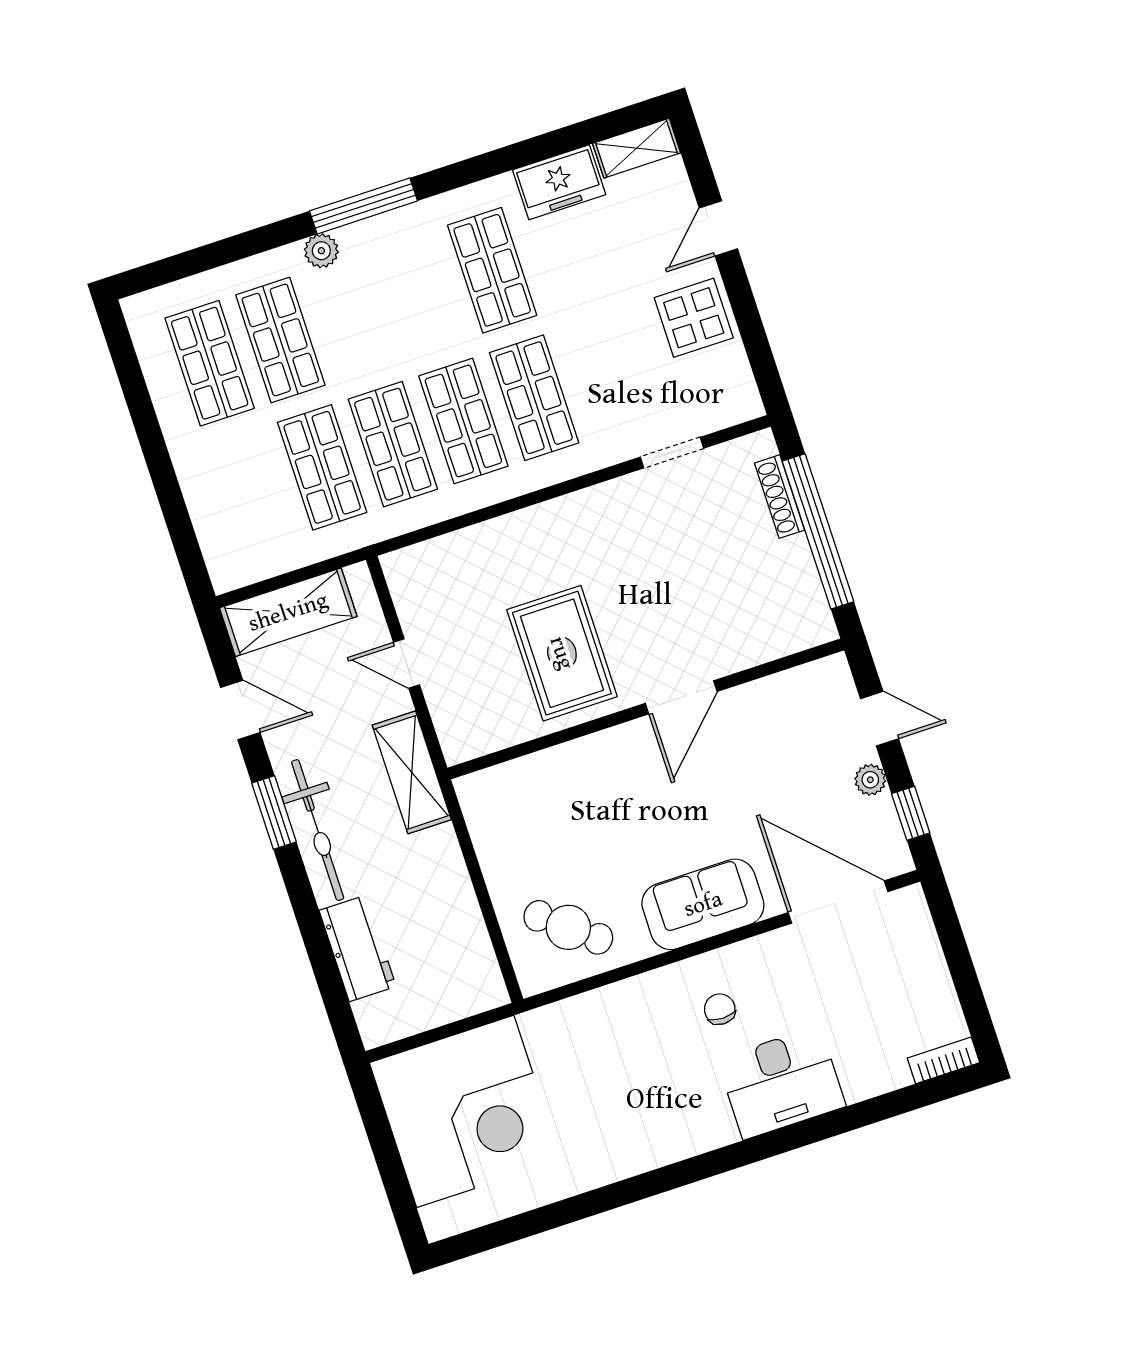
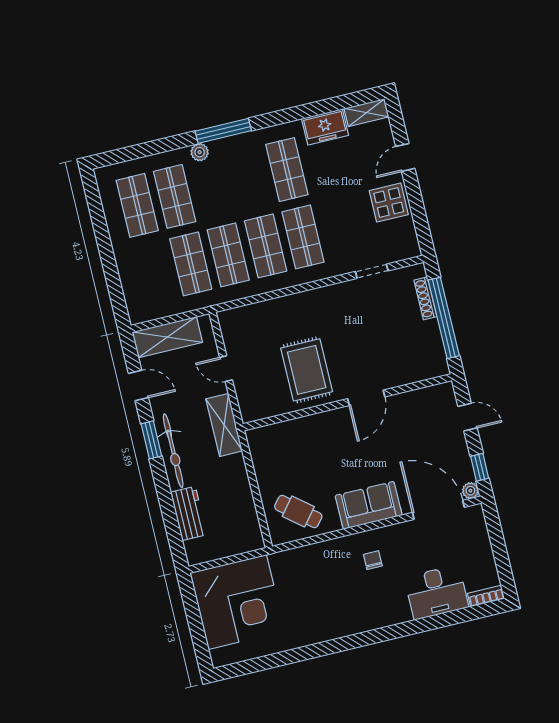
plant: (870, 780) -> (470, 491), moved
desk: (781, 1083) -> (436, 592), moved

